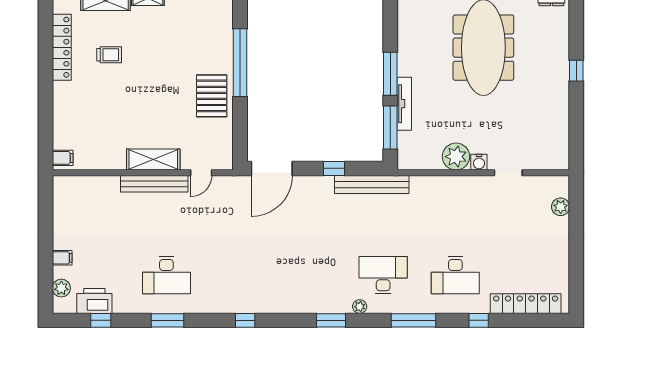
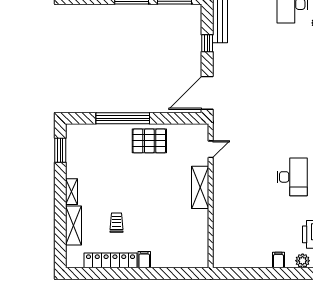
filing cabinet: (63, 158) -> (144, 260), moved
door: (272, 168) -> (207, 93), swing flipped
door: (201, 173) -> (211, 149), hinge flipped
bench: (154, 184) -> (219, 187), removed

